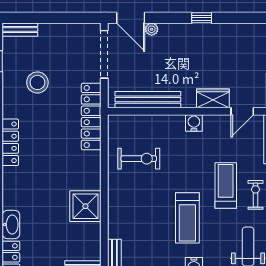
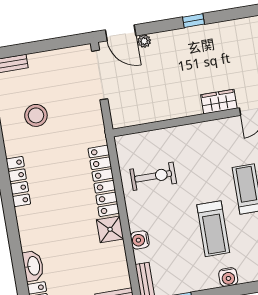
bench: (148, 100) -> (152, 114), removed
locker: (91, 116) -> (104, 181), moved
water cooler: (194, 123) -> (140, 240), moved, turned -90
shower: (85, 206) -> (110, 229), width x0.73, depth x0.73

